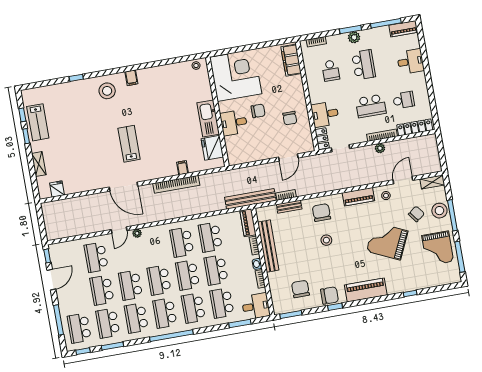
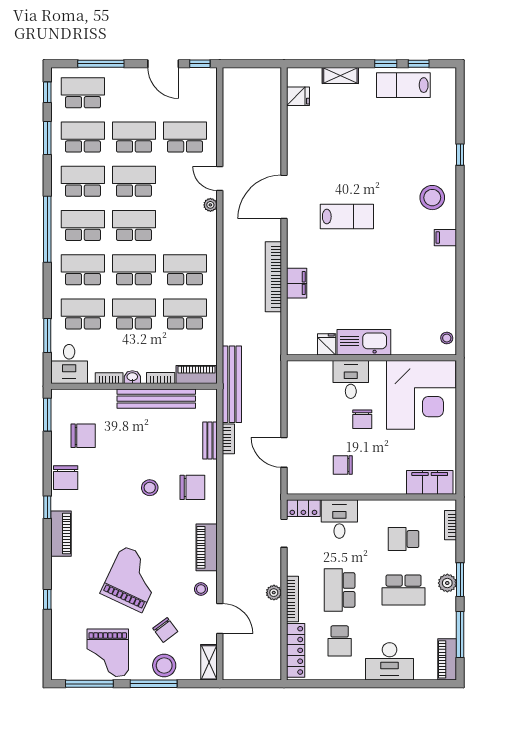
desk: (410, 61) -> (390, 661), width x1.37
fridge: (212, 148) -> (327, 344), width x0.53, depth x0.75
filing cabinet: (183, 168) -> (297, 283), width x2.00
grand piano: (438, 248) -> (108, 653), turned -90
piano: (366, 290) -> (61, 534), width x0.73, depth x0.75
window: (335, 307) -> (47, 507), moved

